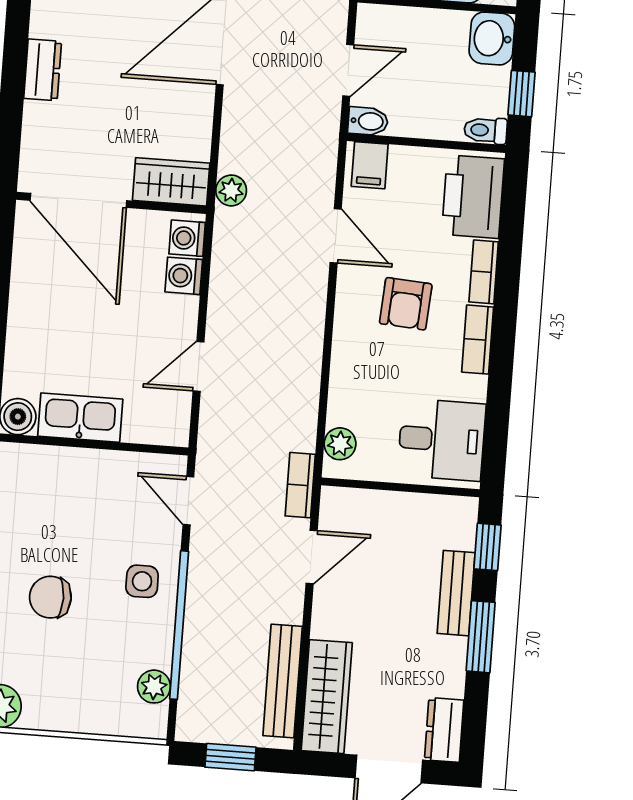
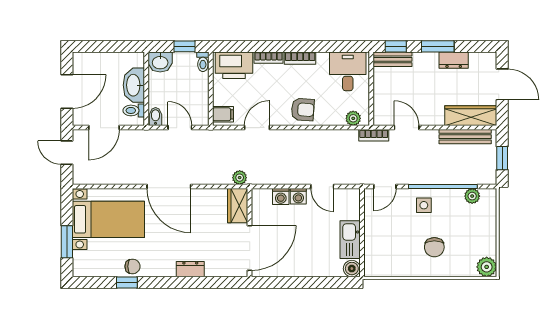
bidet: (368, 121) -> (156, 117), moved
washing machine: (187, 238) -> (298, 196), moved
armchair: (406, 304) -> (303, 110), moved
bench: (456, 593) -> (392, 59), moved
dresser: (444, 730) -> (454, 60), moved

